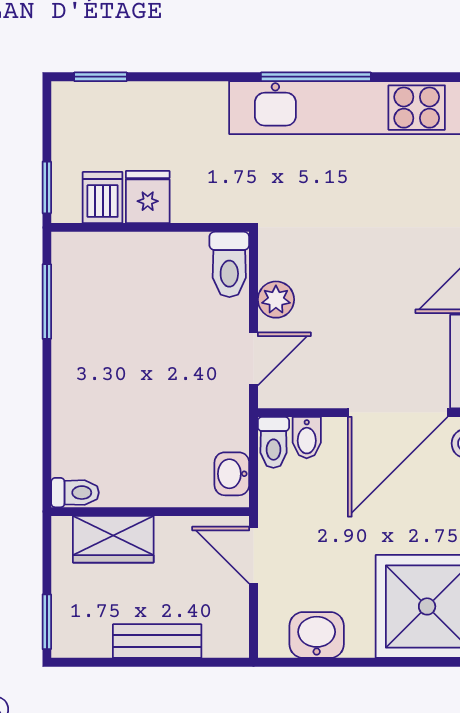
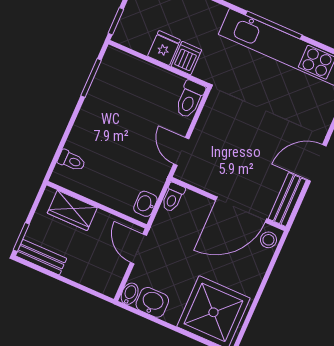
dishwasher: (103, 198) -> (186, 58), moved
plant: (276, 300) -> (205, 127), removed
door: (253, 359) -> (181, 151), swing flipped
bidet: (307, 438) -> (130, 294), moved, turned 180
toilet: (75, 493) -> (71, 161), moved
bench: (157, 641) -> (41, 257), moved

